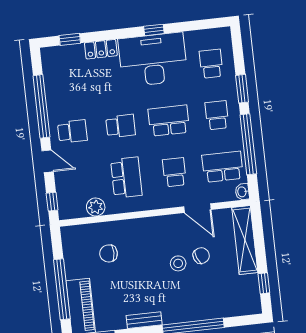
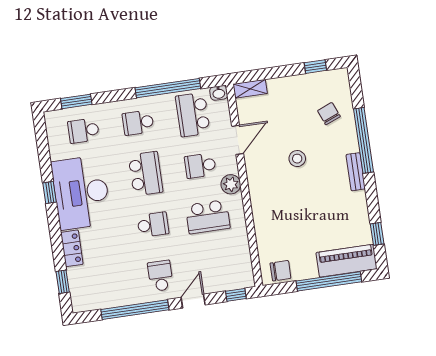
window: (242, 89) -> (76, 101), moved
school desk: (169, 121) -> (146, 174), turned 180
school desk: (121, 126) -> (153, 225), turned 90
school desk: (126, 178) -> (208, 217), turned 180
plant: (96, 207) -> (231, 184), moved
shelving: (245, 240) -> (250, 89), width x0.45, depth x0.75
chair: (109, 253) -> (280, 271), moved, turned -90
chair: (201, 256) -> (329, 114), moved
bench: (144, 320) -> (356, 172), moved

